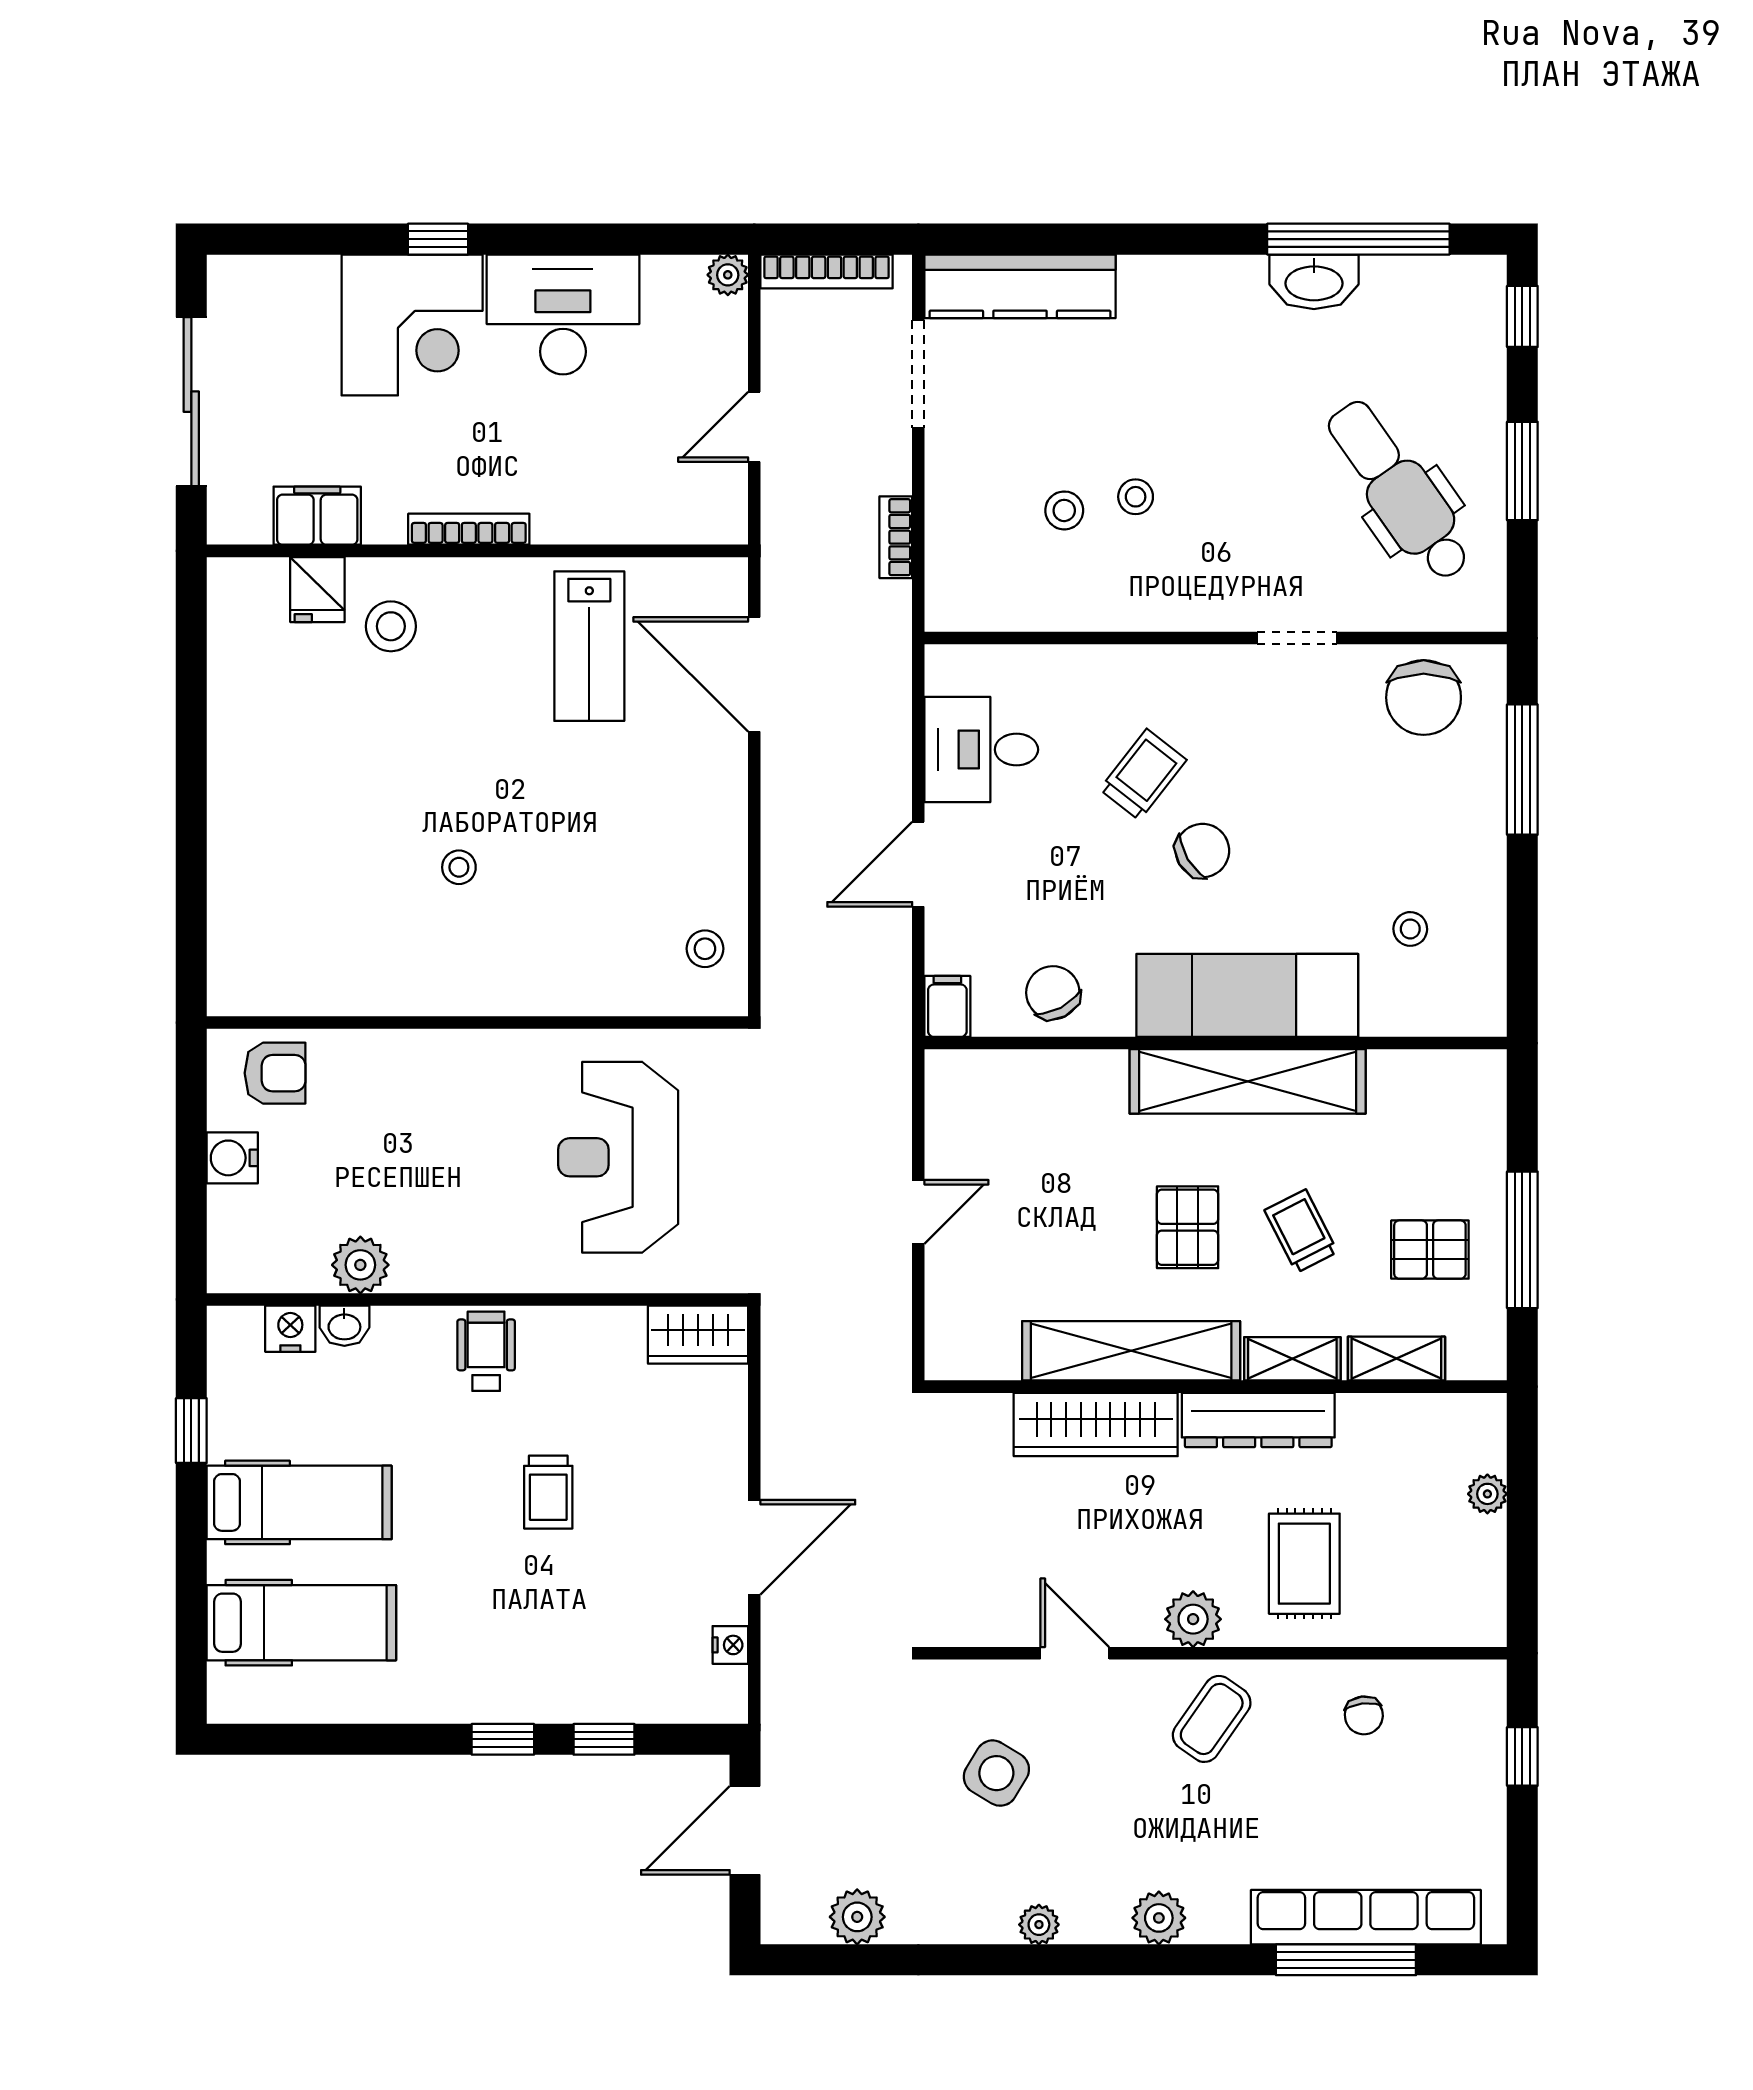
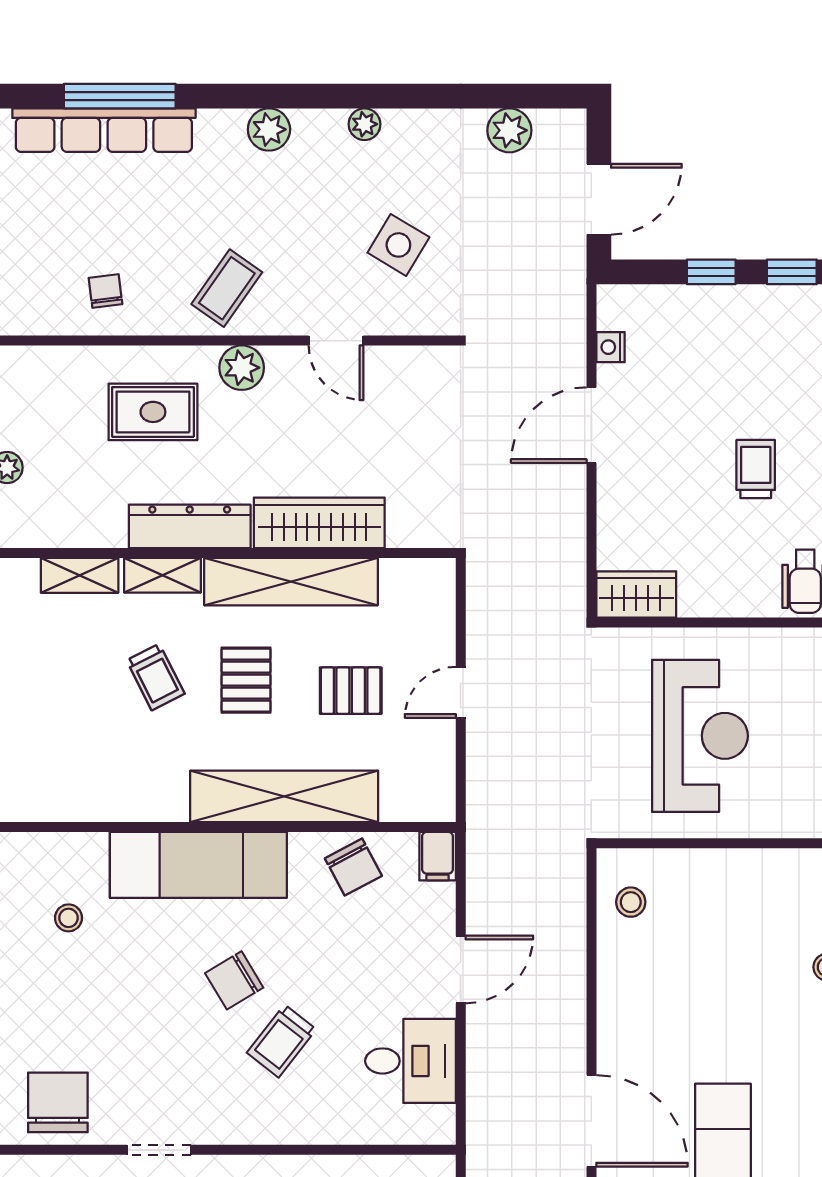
shelving: (1248, 1081) -> (284, 796), moved
pallet: (1430, 1250) -> (351, 691), moved
rug: (1304, 1564) -> (153, 412), turned 90

